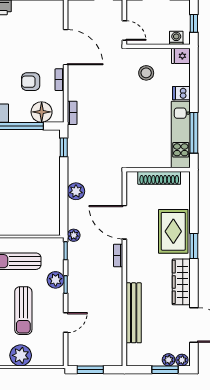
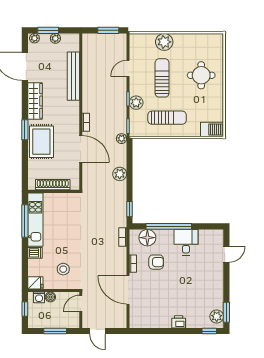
door: (124, 31) -> (81, 303), hinge flipped
boiler: (162, 38) -> (50, 297), added
plant: (169, 360) -> (55, 38), moved

